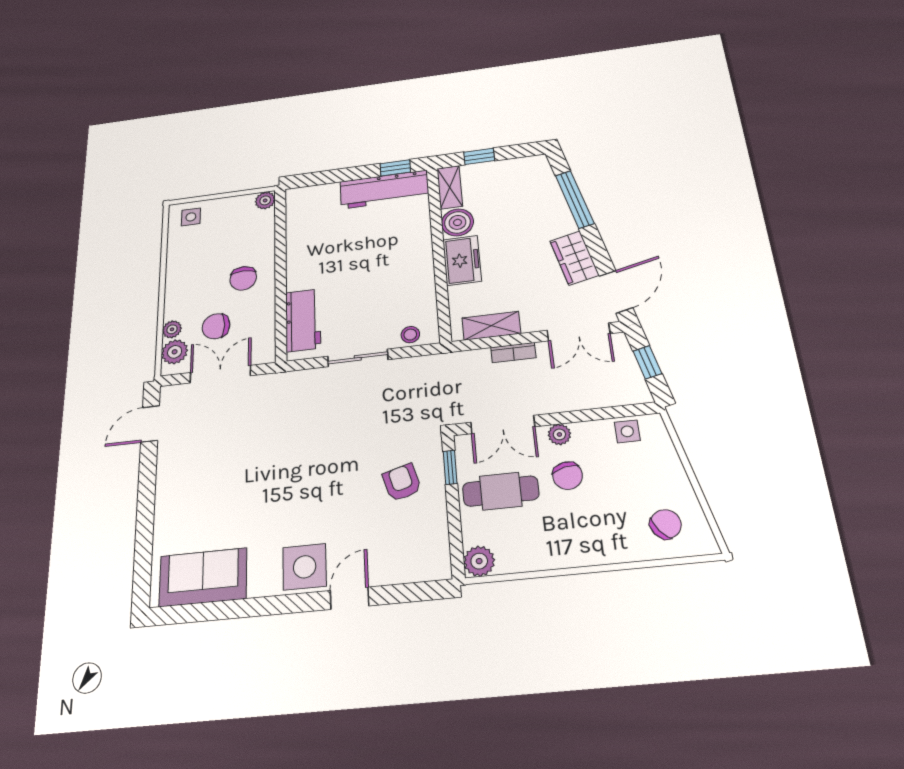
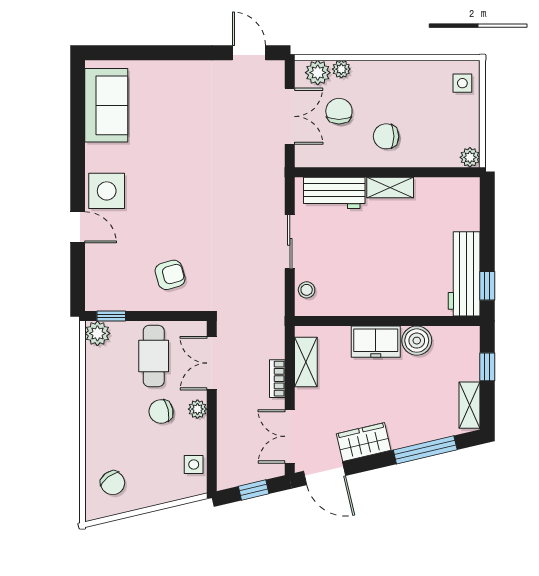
shelving: (450, 187) -> (469, 405), moved, turned 90
shelving: (297, 268) -> (390, 188), added
window: (450, 467) -> (111, 316), moved

